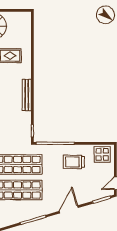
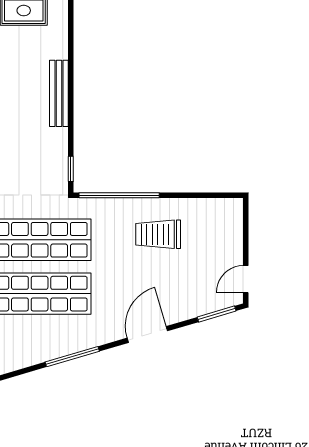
display table: (102, 154) -> (218, 219), removed

